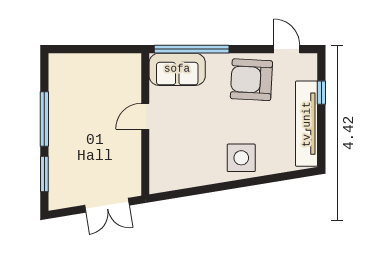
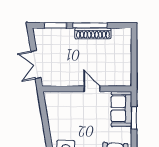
window: (192, 49) -> (134, 118), width x0.47
shoe rack: (57, 115) -> (93, 33), added

